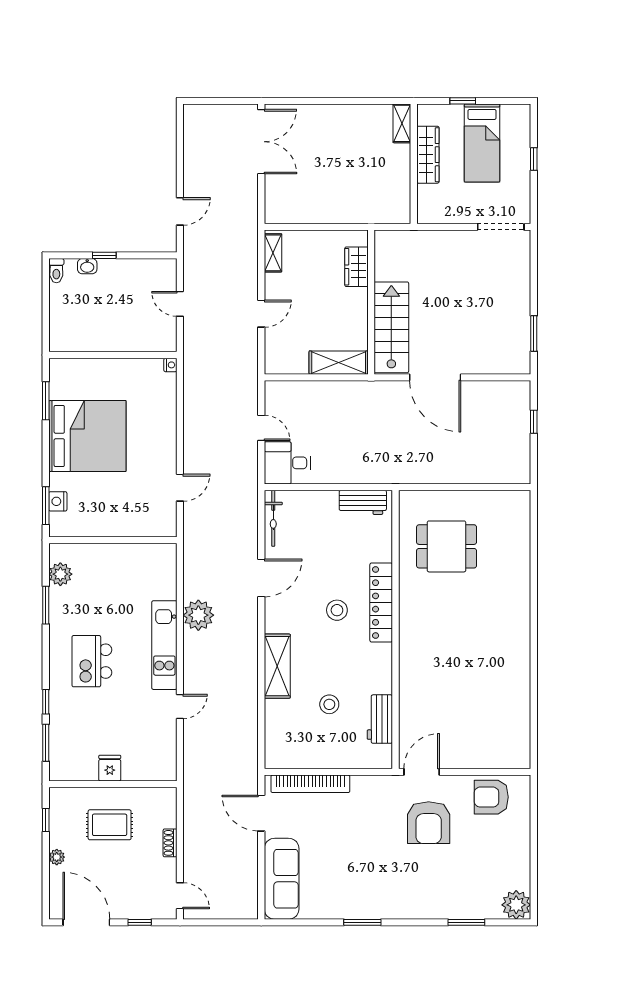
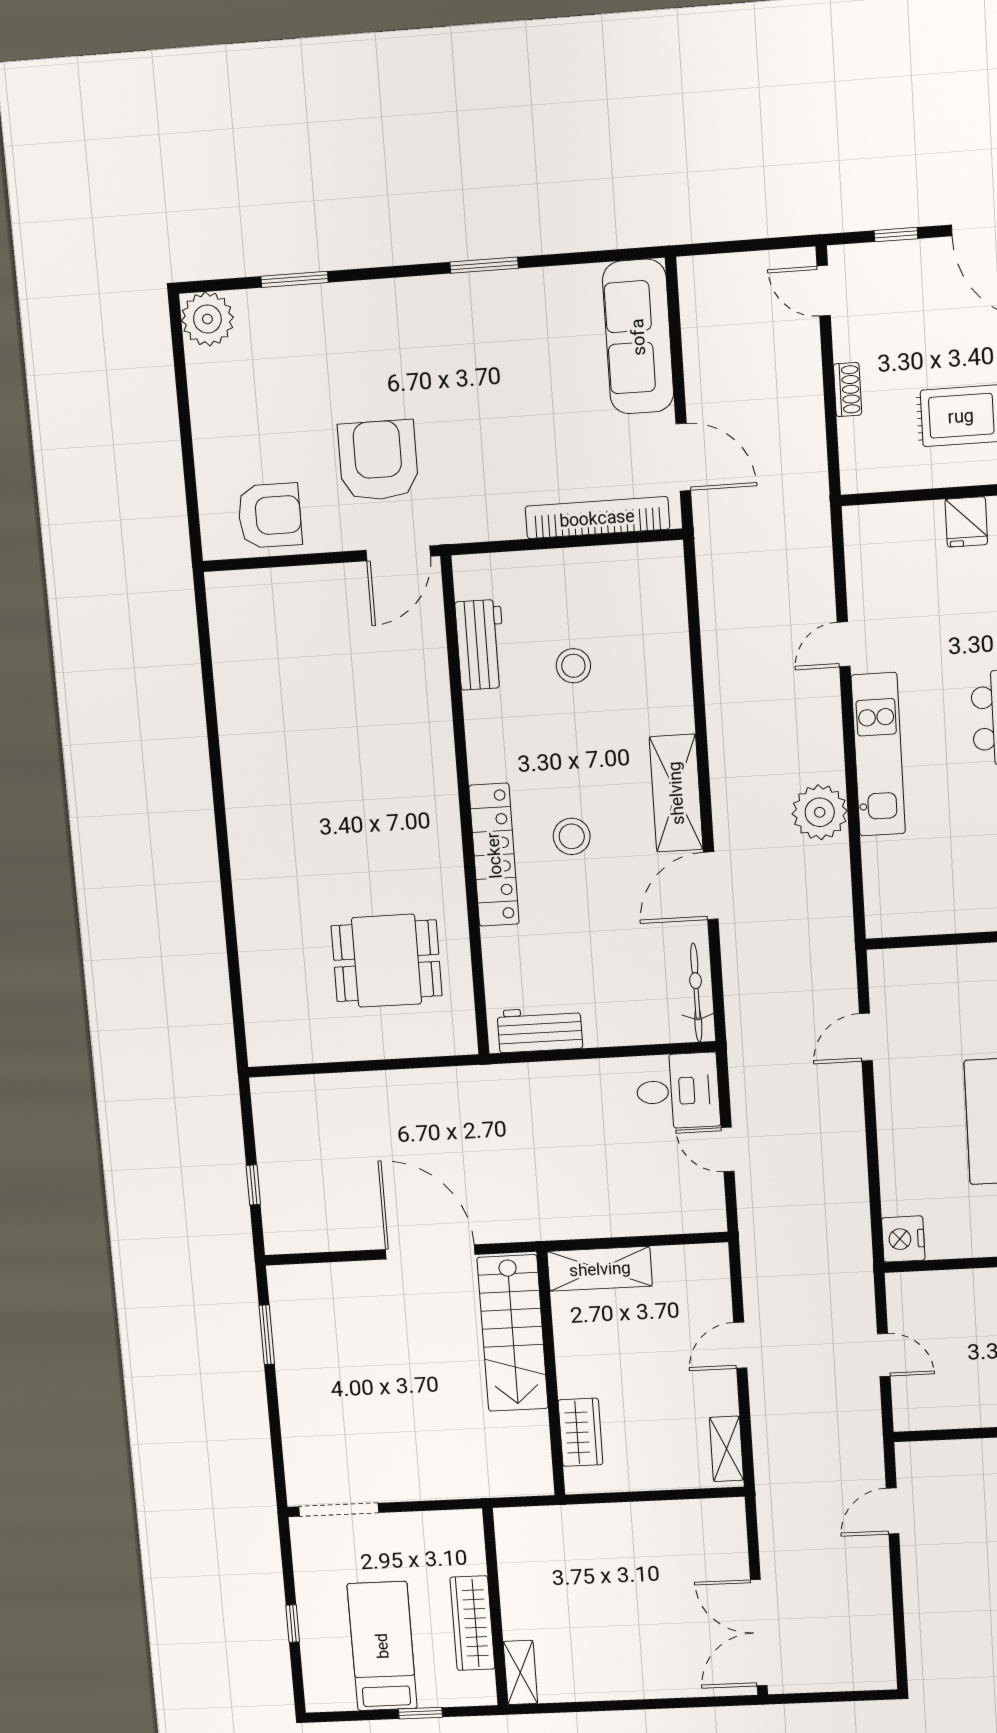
nightstand: (170, 365) -> (903, 1239), width x1.89, depth x1.79
shelving: (277, 666) -> (676, 793), moved

